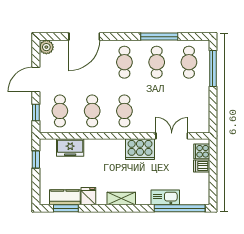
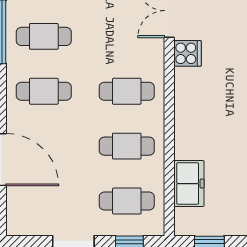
plant: (46, 47) -> (18, 224), removed
cooker: (140, 149) -> (187, 53), width x0.53, depth x0.76

